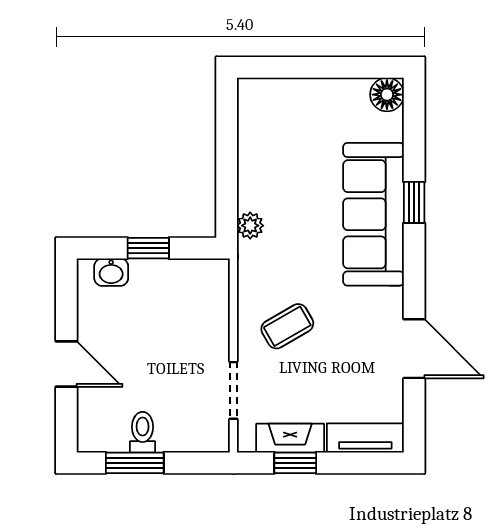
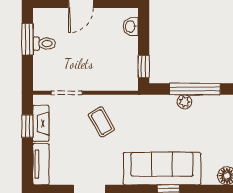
window: (227, 154) -> (195, 89), added
plant: (250, 226) -> (184, 102), moved
window: (148, 248) -> (144, 67), moved

